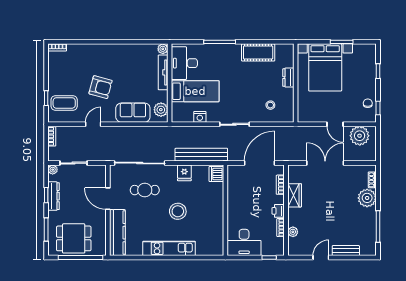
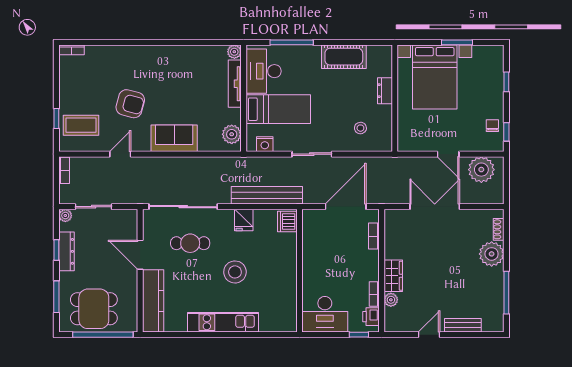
plant: (163, 49) -> (234, 52), moved
desk: (184, 63) -> (264, 71), moved
tv unit: (163, 72) -> (235, 84), moved
wall: (170, 83) -> (244, 98), moved
bed: (195, 91) -> (278, 109), moved
plant: (161, 110) -> (232, 134), moved
wardrobe: (295, 195) -> (393, 276), moved
printer: (278, 211) -> (371, 317), moved

